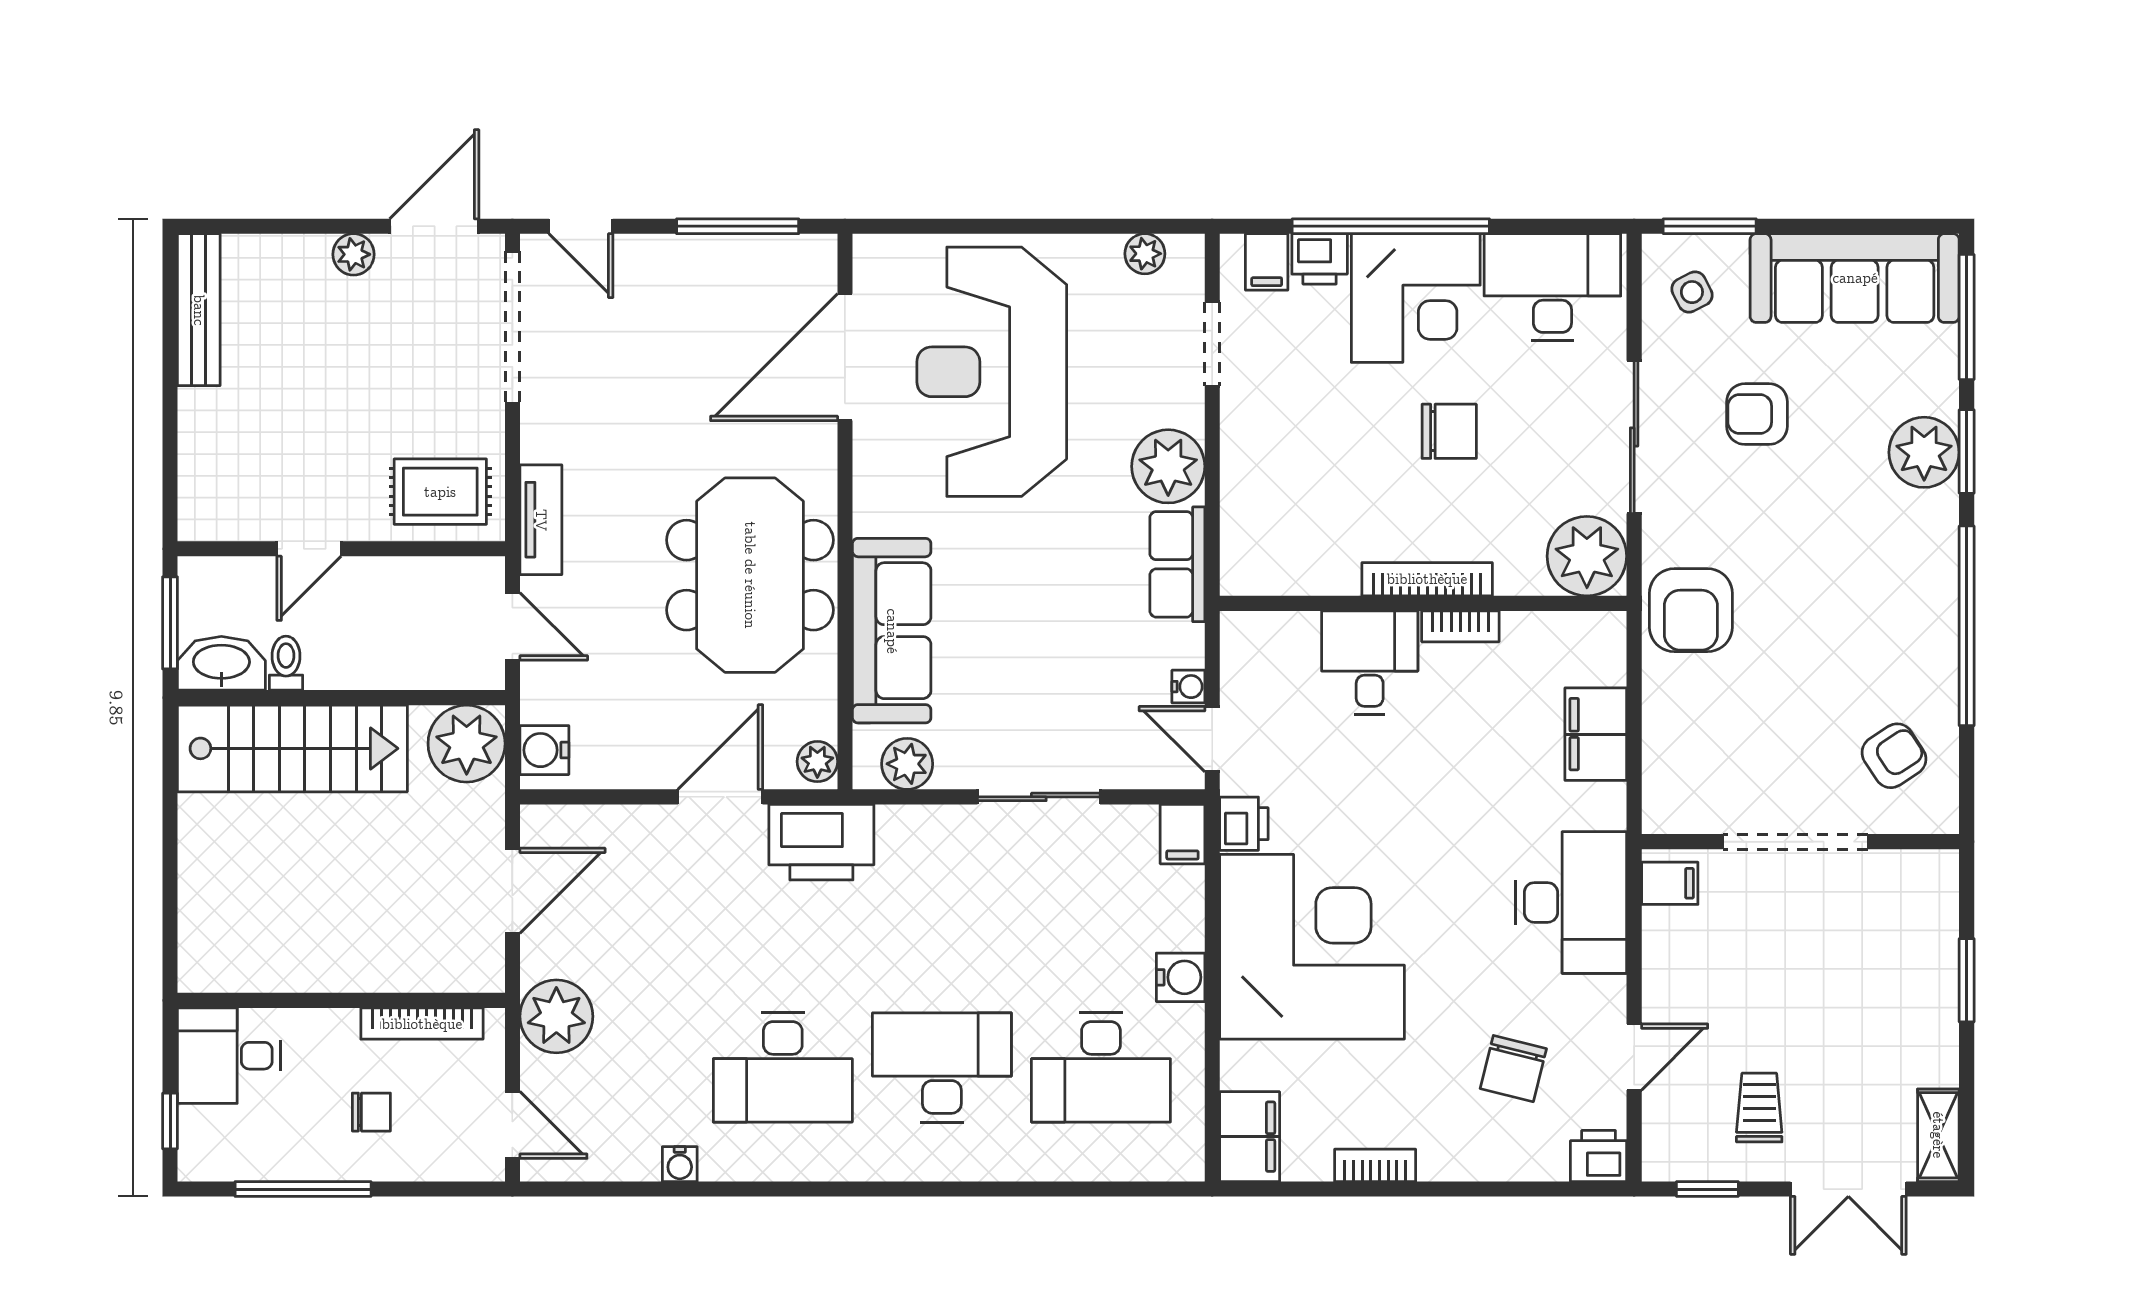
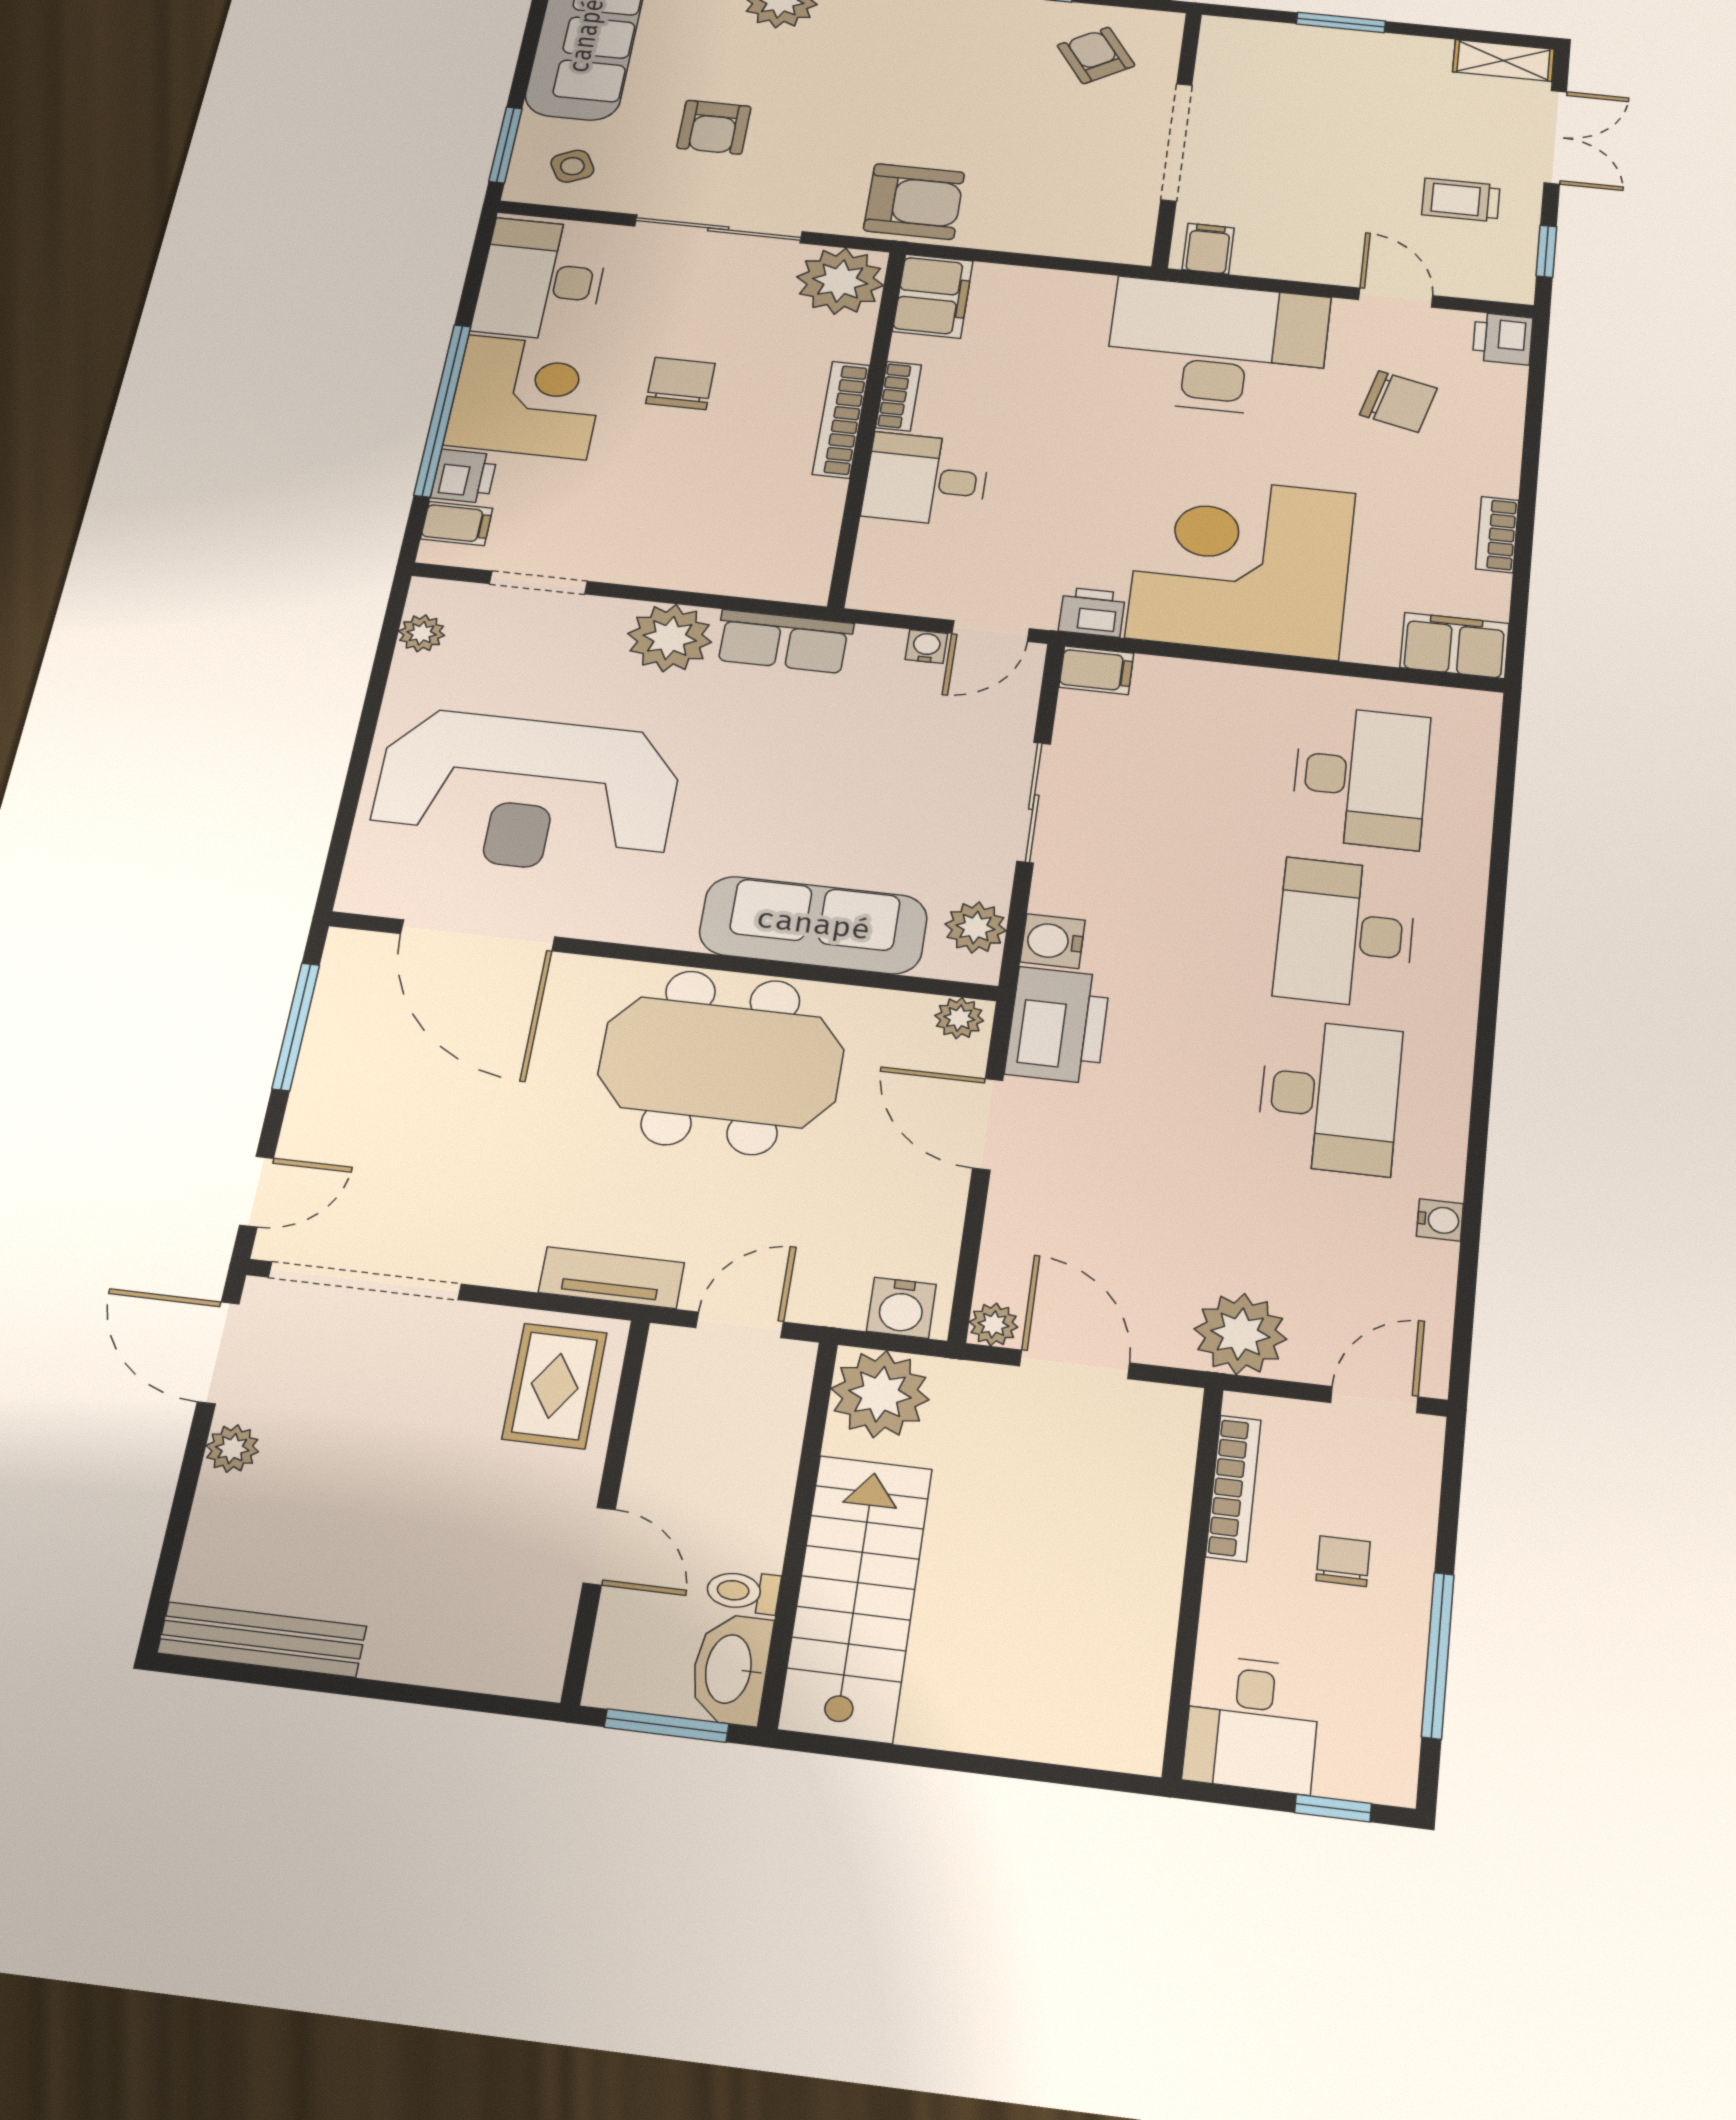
filing cabinet: (1596, 734) -> (933, 296), moved, turned -90
plant: (539, 824) -> (994, 1324), added
desk: (1571, 902) -> (1217, 347), width x1.36, depth x1.30
water cooler: (1181, 977) -> (1053, 941), moved, turned -90

